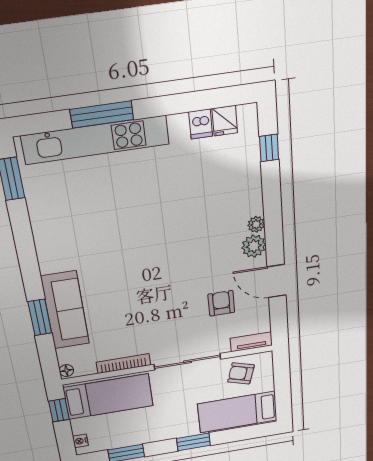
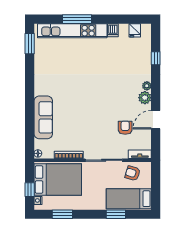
dishwasher: (201, 124) -> (113, 30), moved
window: (269, 148) -> (156, 58), moved
door: (277, 281) -> (156, 120), hinge flipped
window: (40, 317) -> (30, 119), removed
bed: (108, 397) -> (58, 180), width x1.50
window: (59, 410) -> (30, 190), moved
window: (193, 442) -> (116, 214), moved

